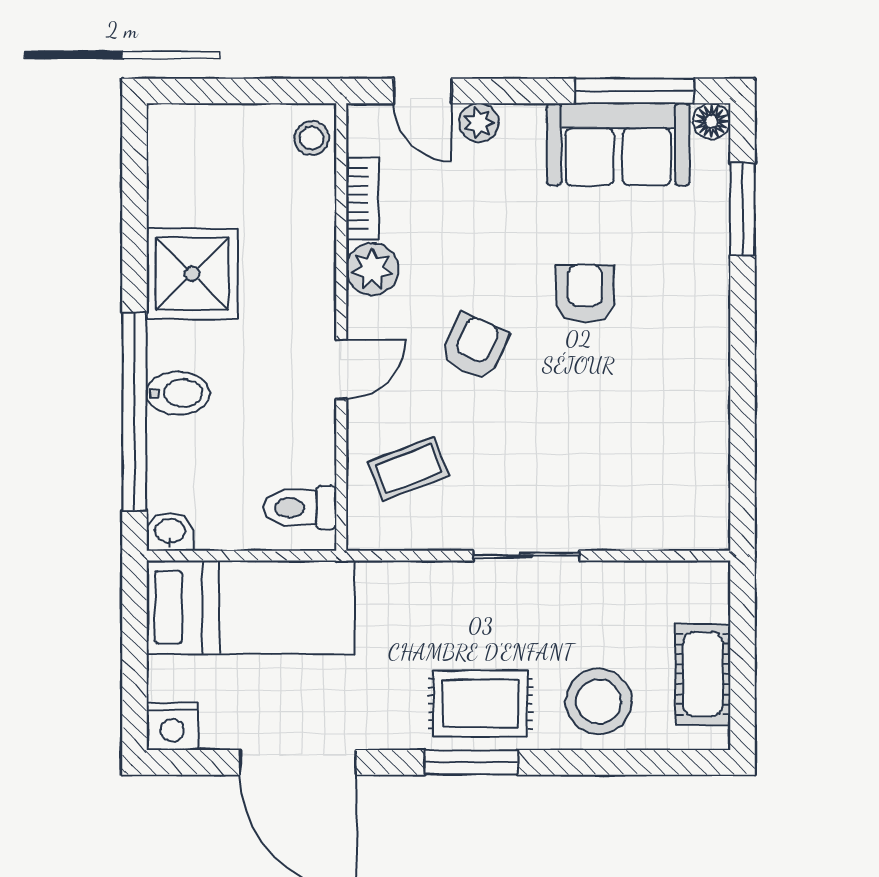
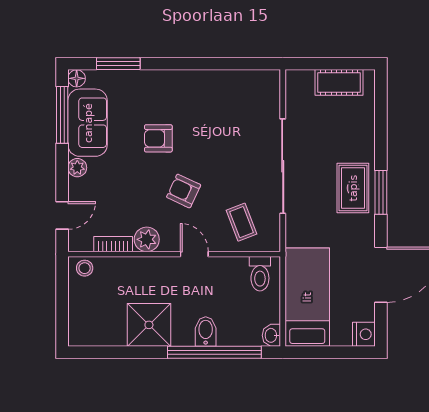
plant: (479, 123) -> (77, 168), moved
sliding door: (526, 556) -> (283, 166), width x1.86
stool: (599, 701) -> (352, 132), removed

